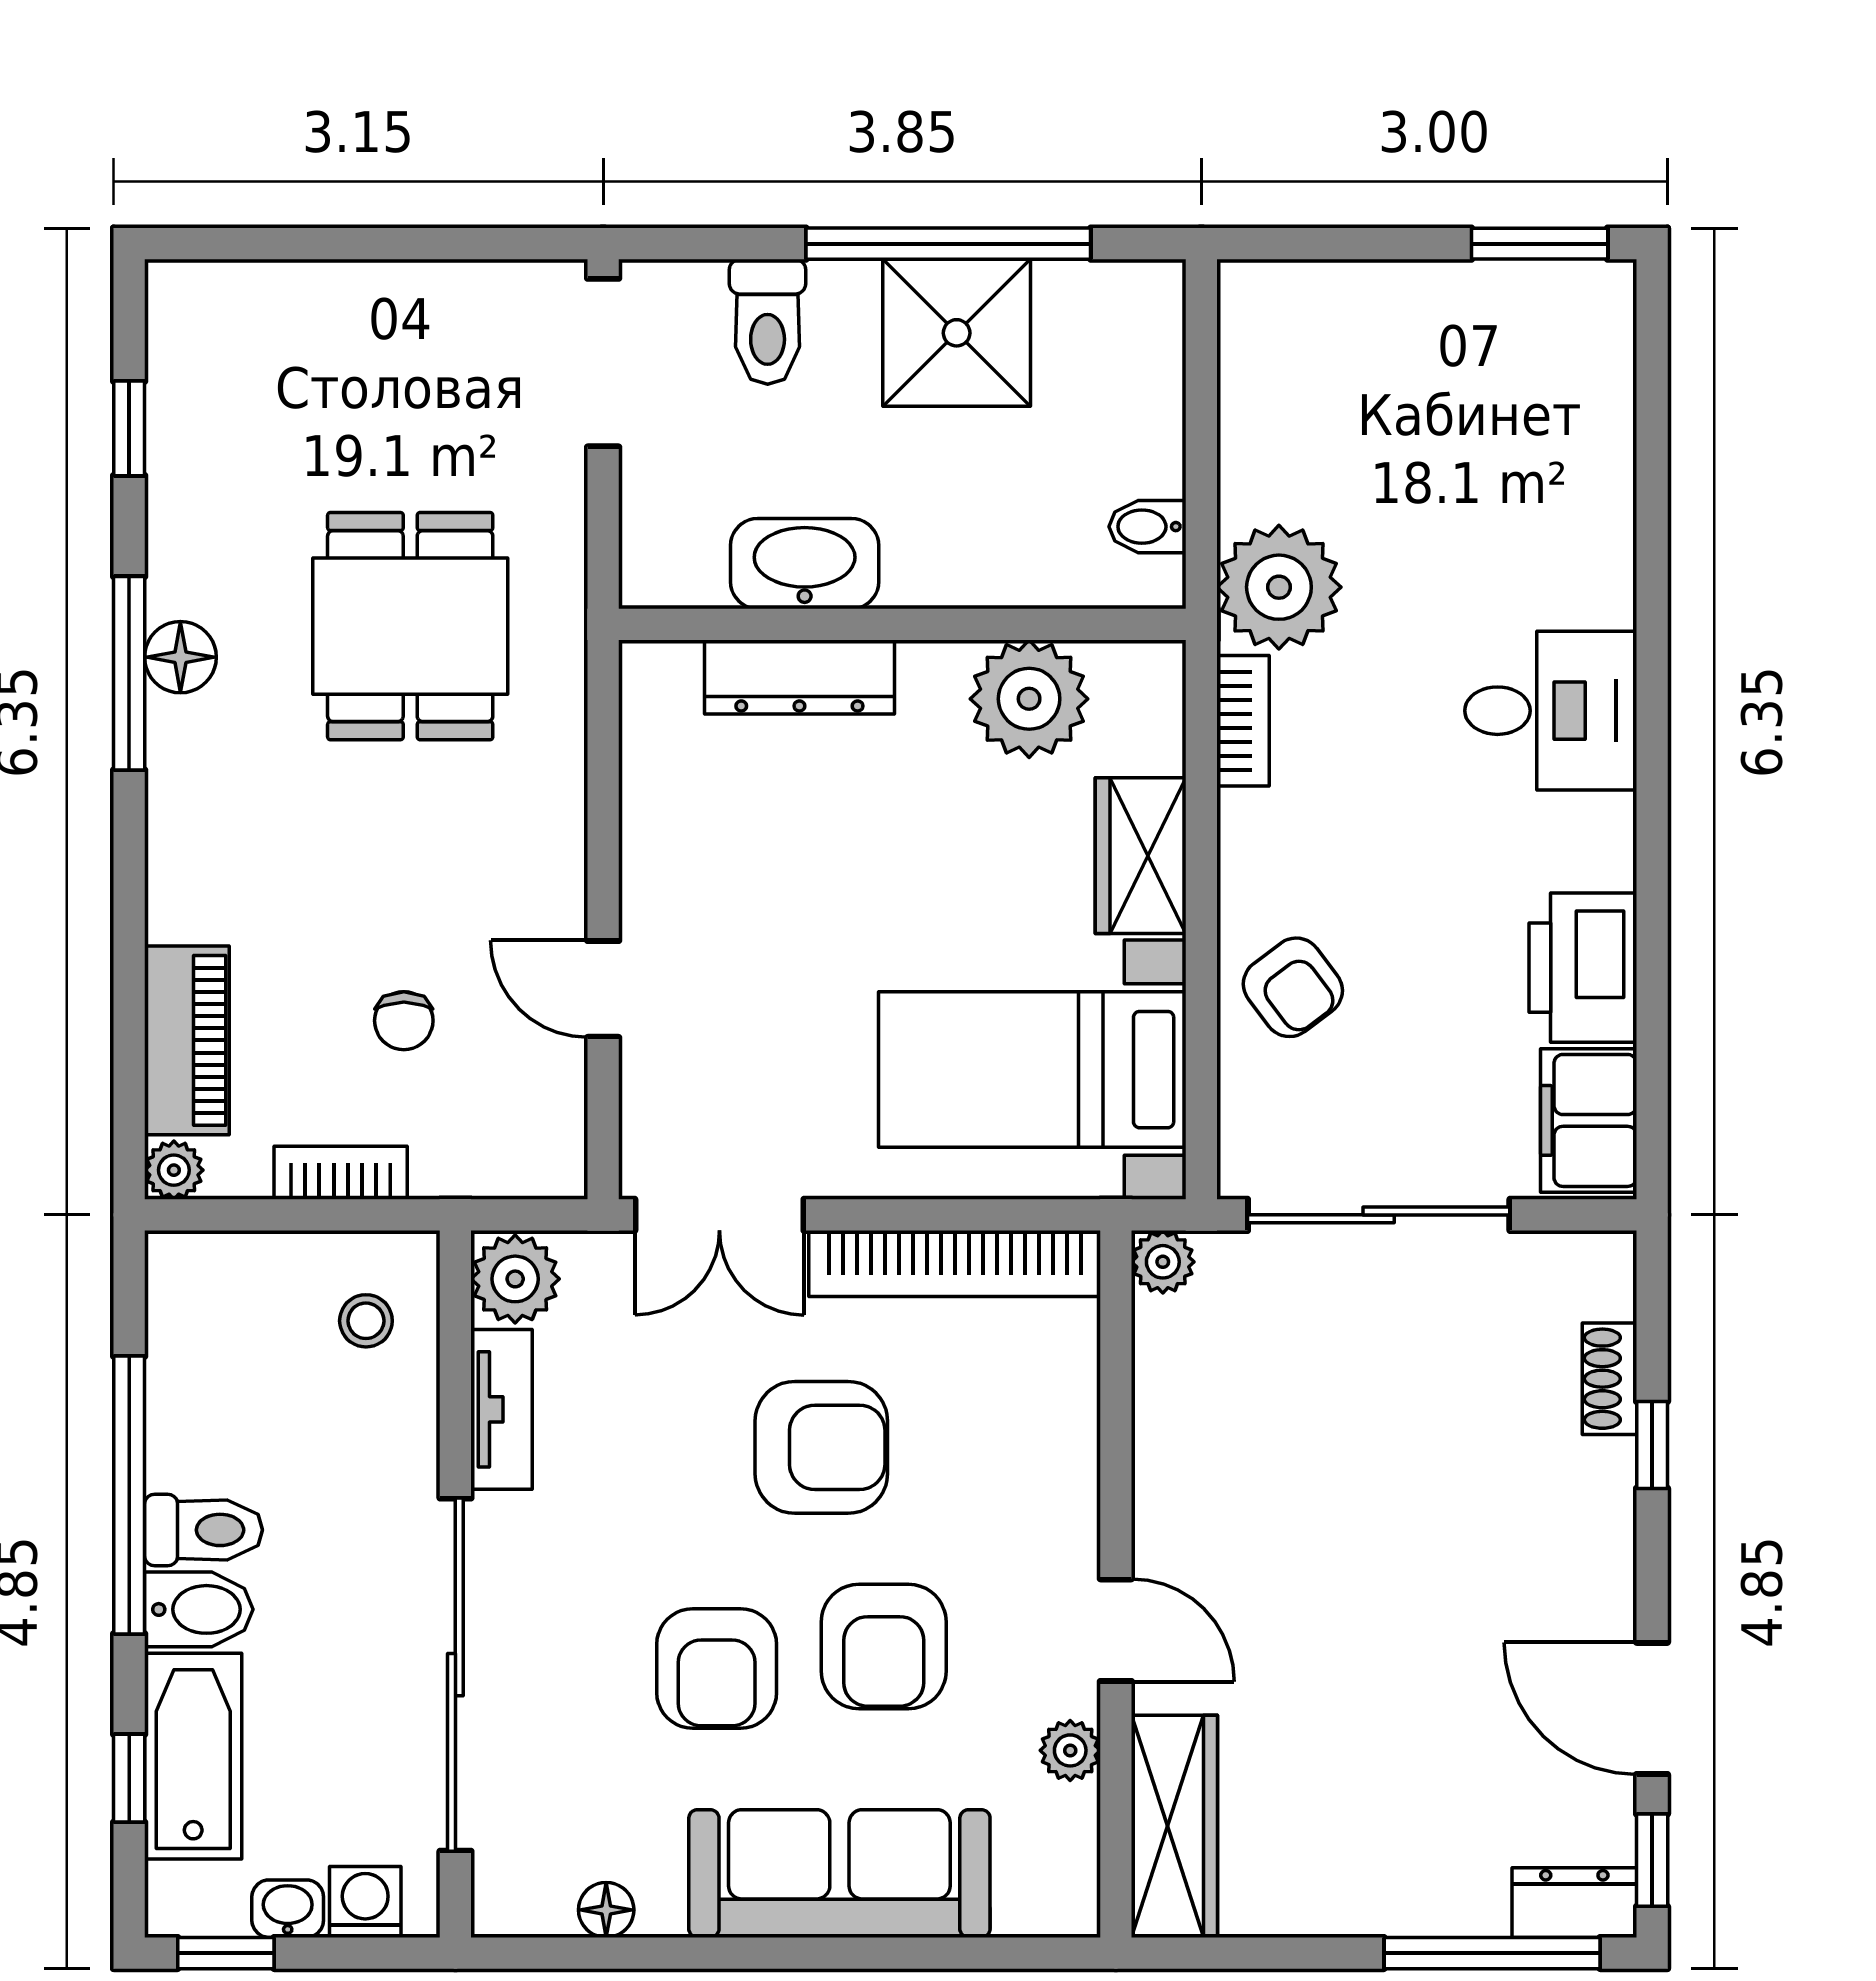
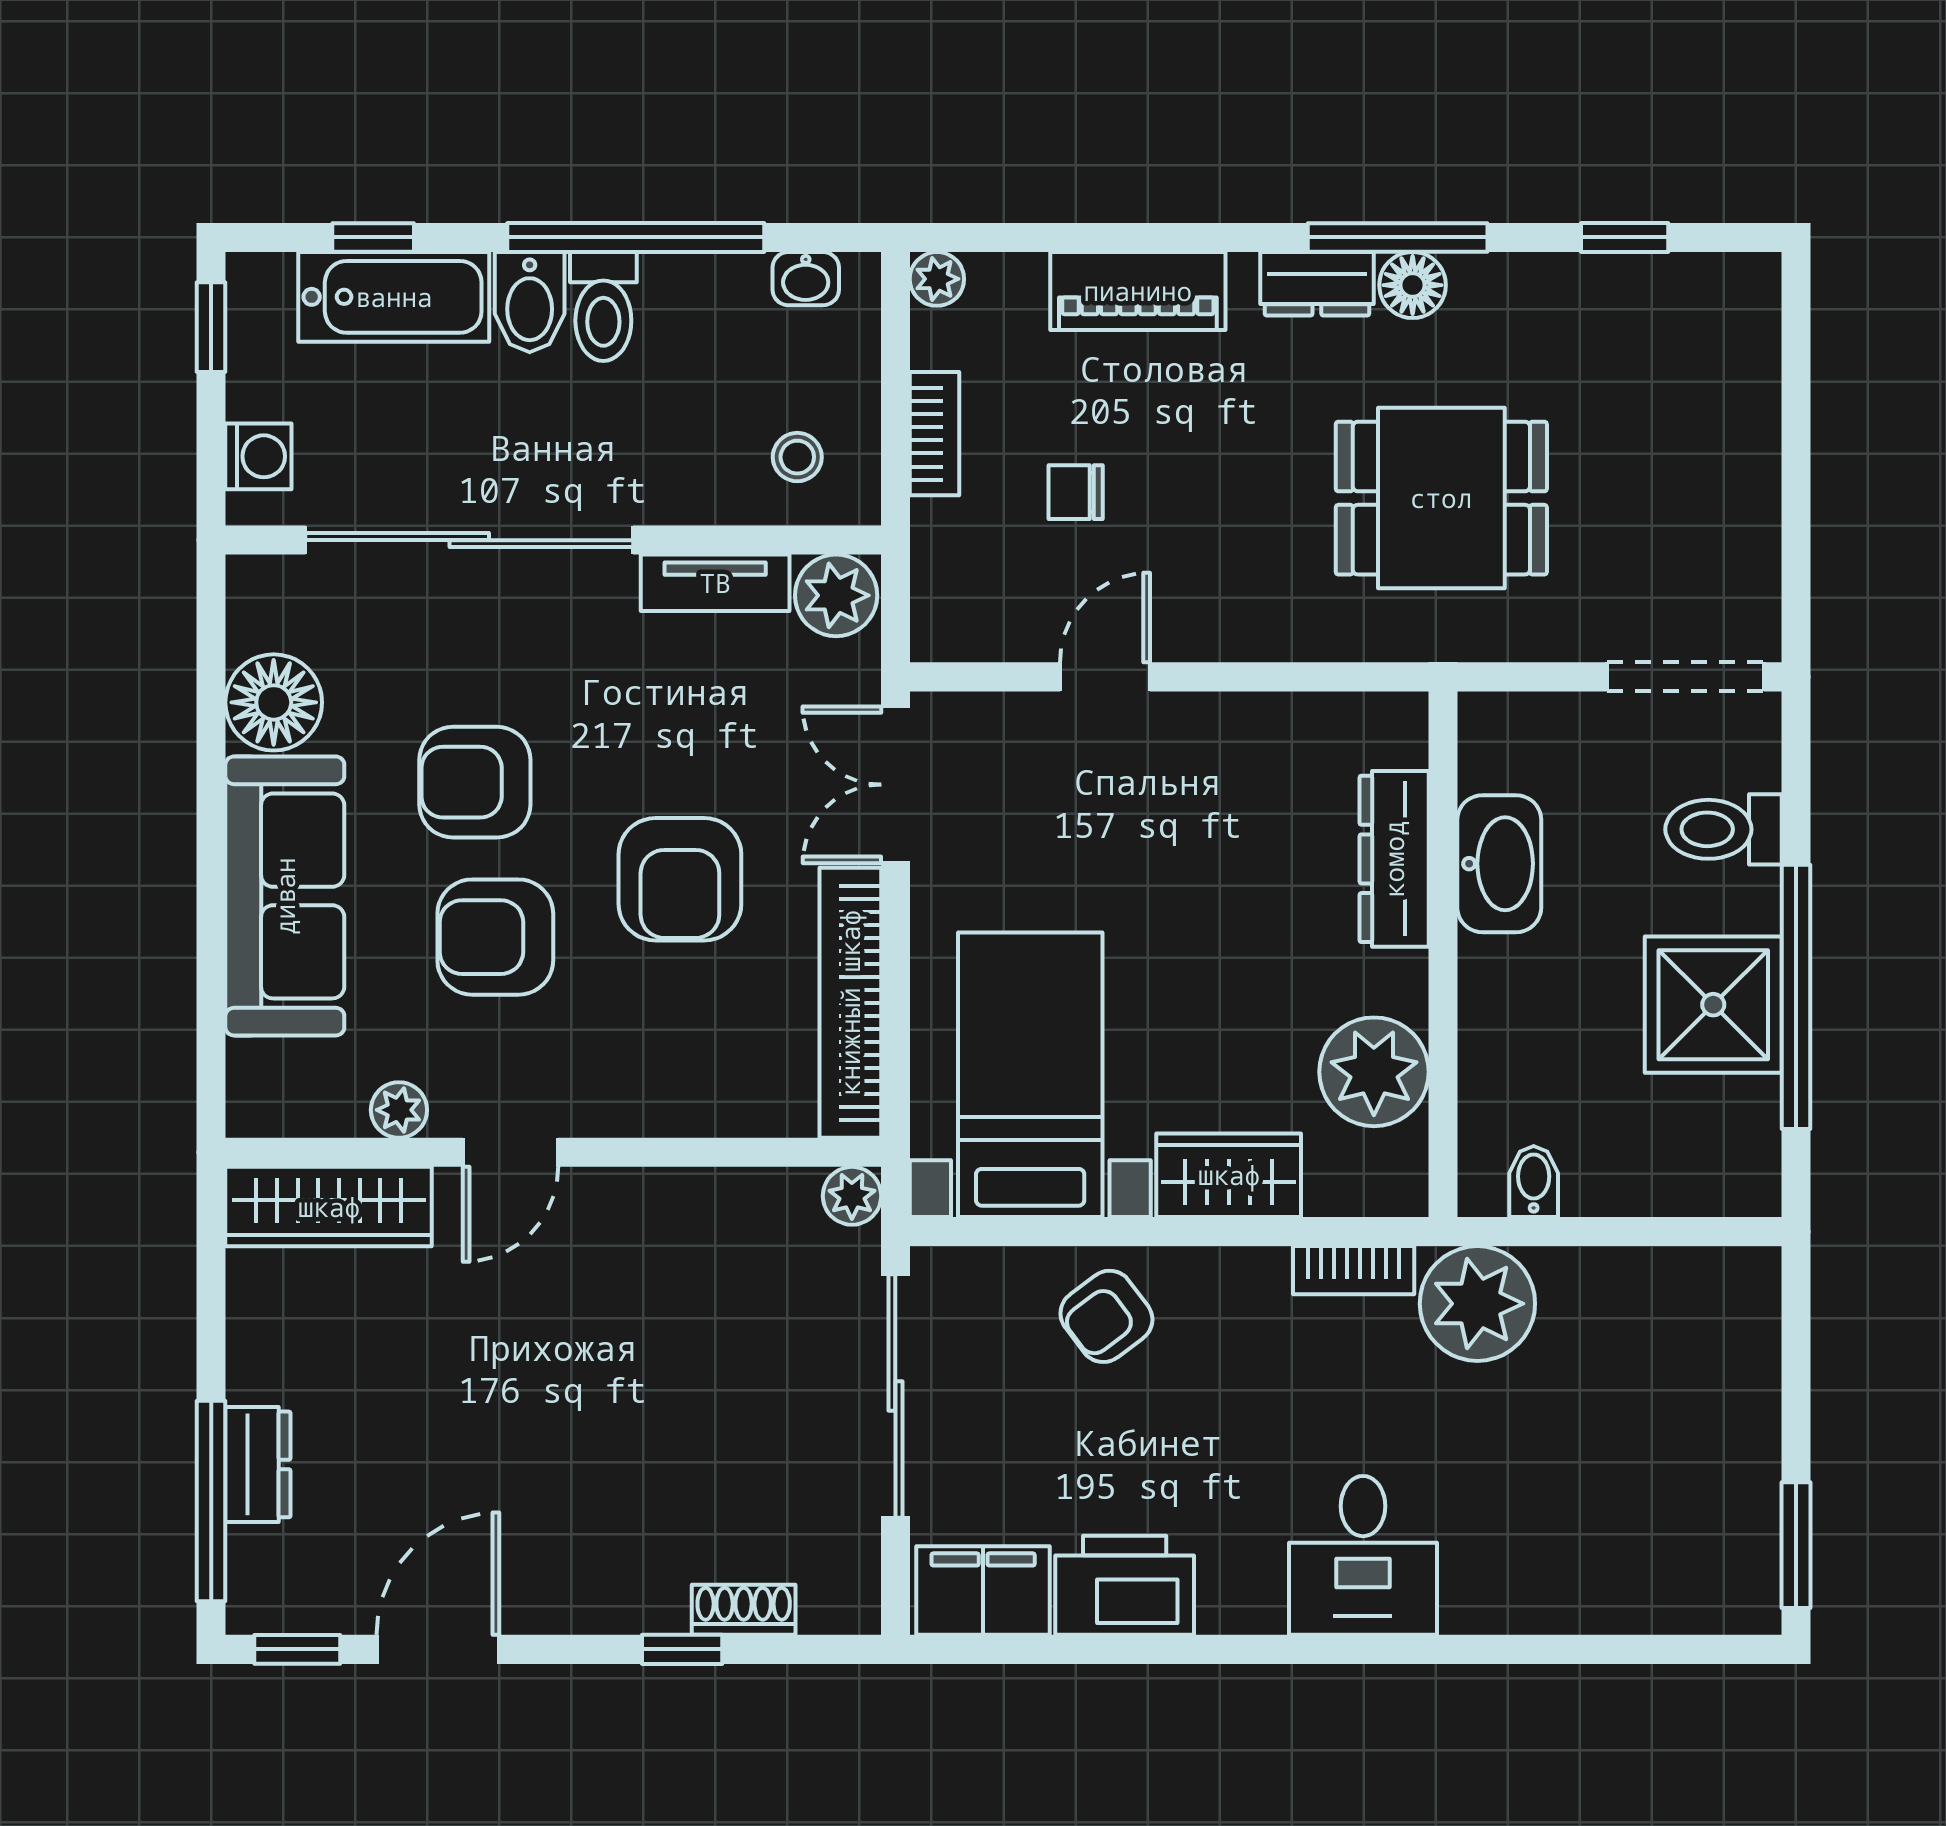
dresser: (179, 760) -> (1317, 284), added
piano: (187, 1040) -> (1138, 291), moved
dresser: (1574, 1903) -> (258, 1464), moved
washbasin: (288, 1909) -> (806, 279), moved, turned 90
floor lamp: (606, 1910) -> (274, 702), width x1.89, depth x1.89

